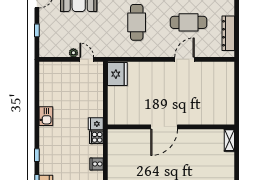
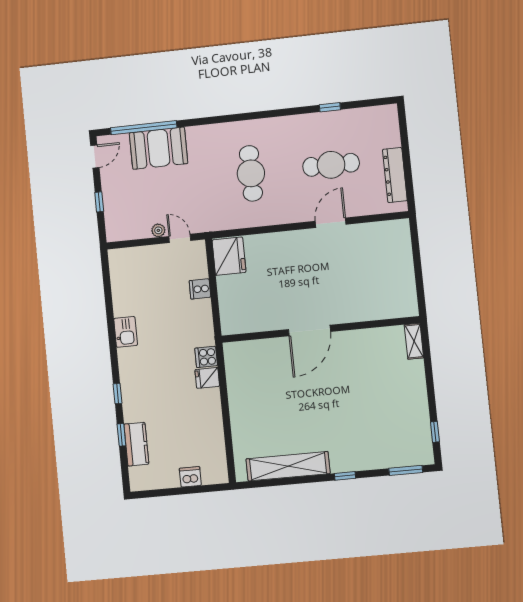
fridge: (96, 124) -> (207, 378), moved
cooker: (97, 164) -> (200, 289), moved

